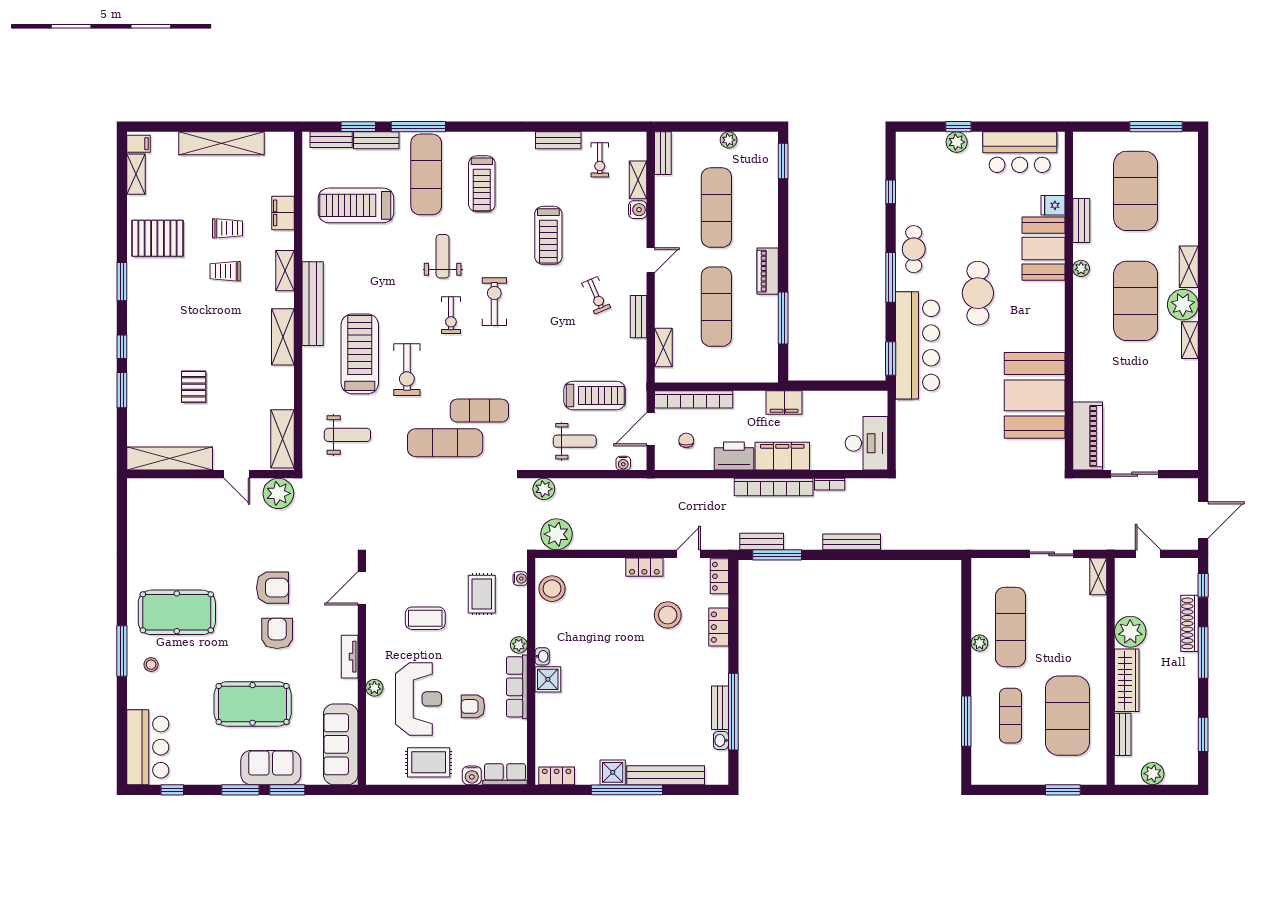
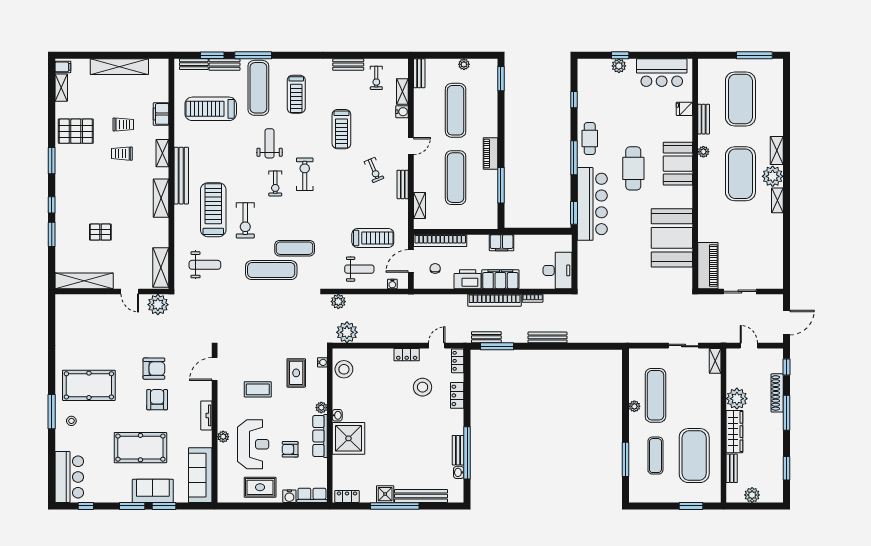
booth: (1044, 249) -> (678, 164), moved
pallet: (194, 387) -> (100, 232), turned 90
shower: (548, 679) -> (349, 438), width x1.86, depth x1.86

